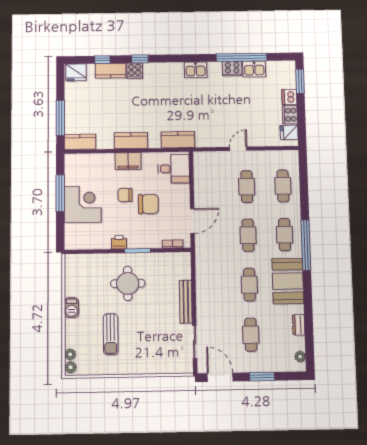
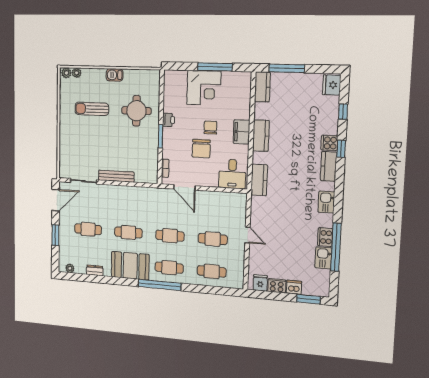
kitchen counter: (111, 71) -> (329, 166), moved
round table: (128, 283) -> (136, 111), moved

